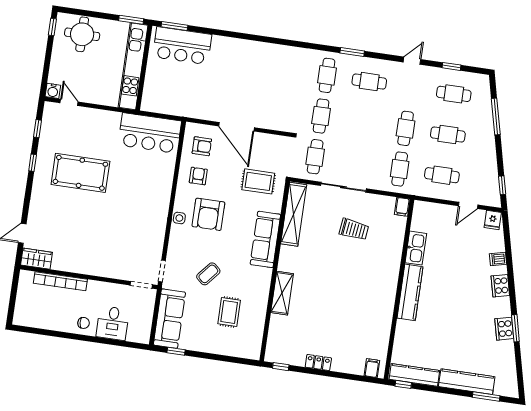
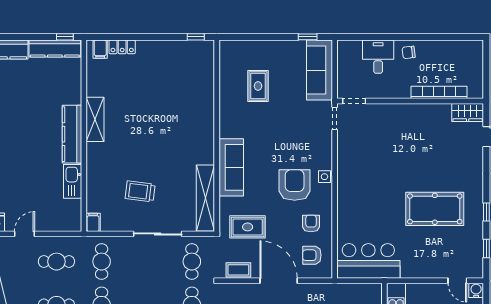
armchair: (198, 176) -> (311, 224), turned 180
coffee table: (208, 274) -> (238, 270), moved, turned 50
shelving: (282, 293) -> (95, 119), moved
locker: (318, 362) -> (122, 47), moved

